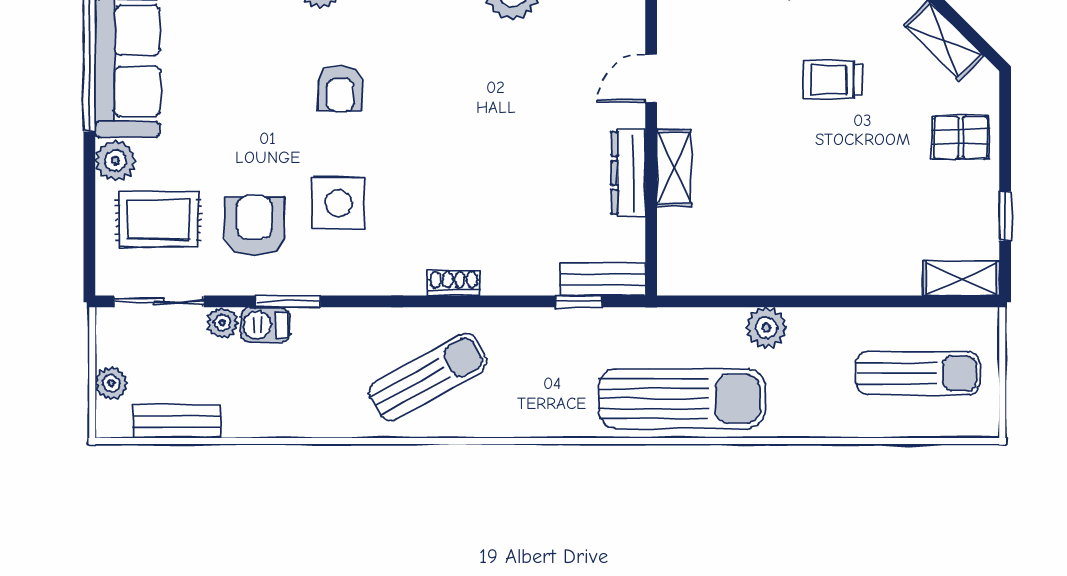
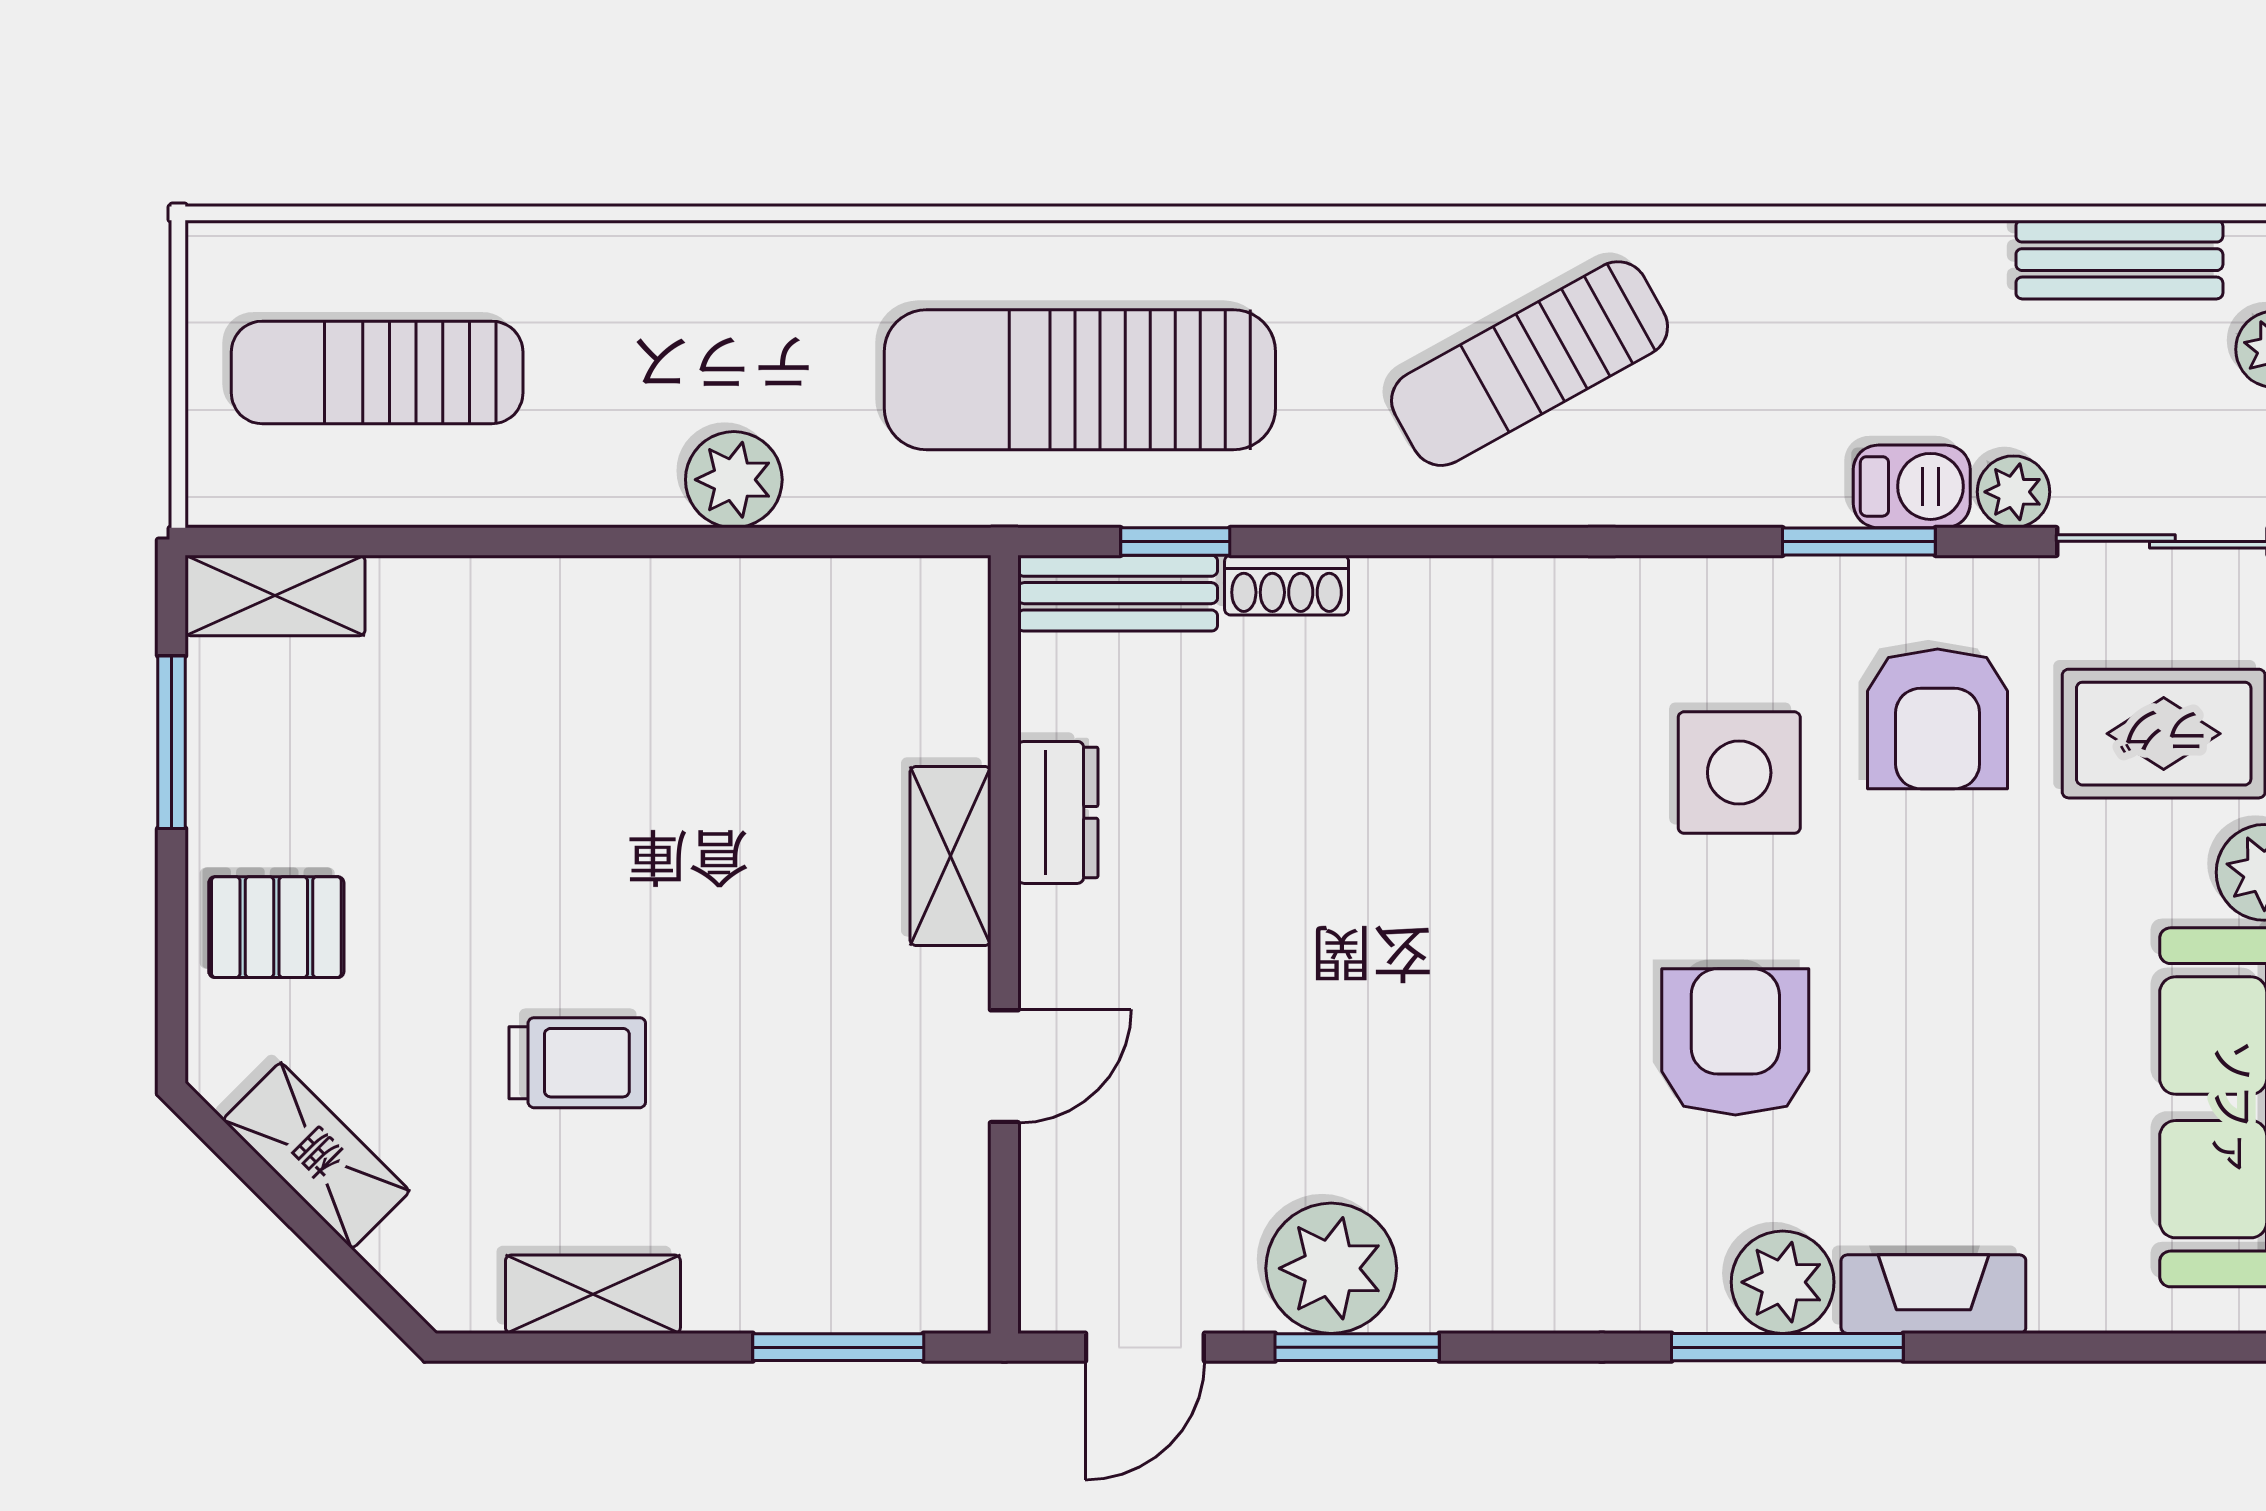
armchair: (340, 89) -> (1735, 1042), width x1.38, depth x1.38
dresser: (628, 173) -> (1058, 812), width x0.70
window: (1005, 216) -> (172, 742), width x1.50
shoe rack: (454, 283) -> (1287, 585), moved
sun lounger: (682, 399) -> (1080, 380), moved

